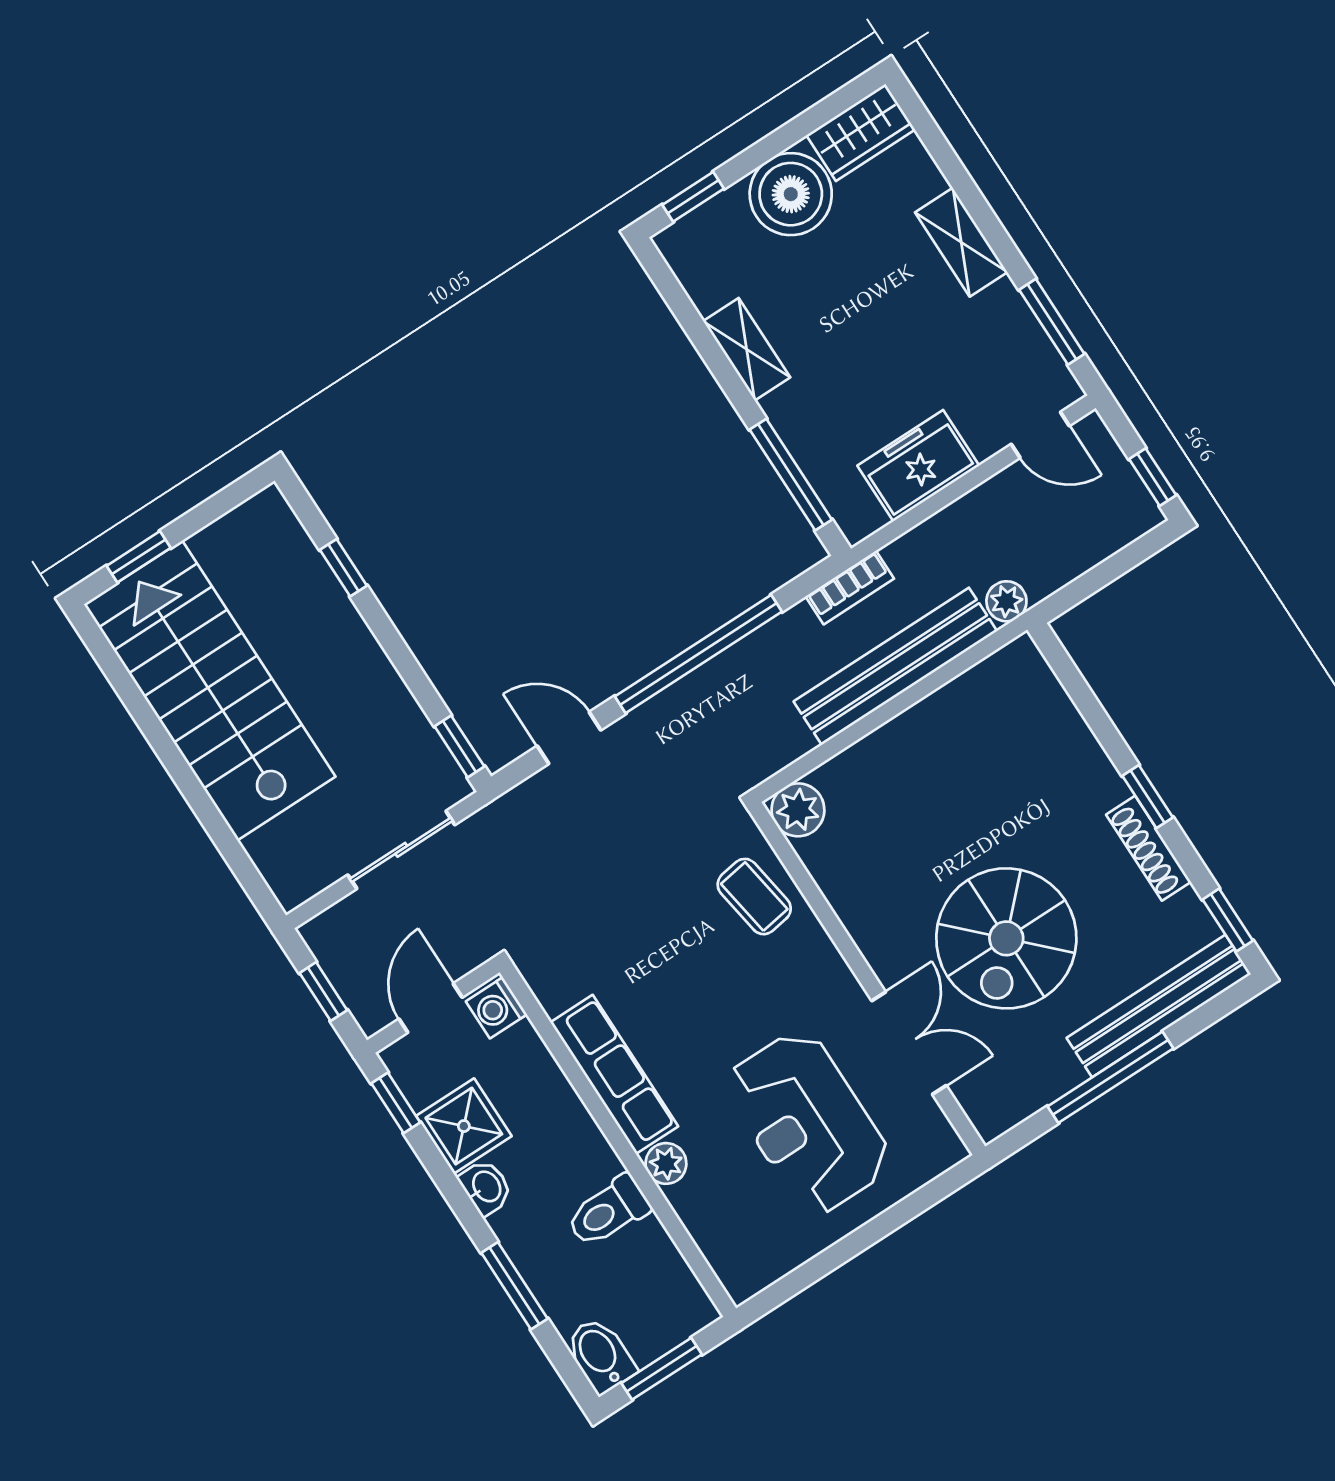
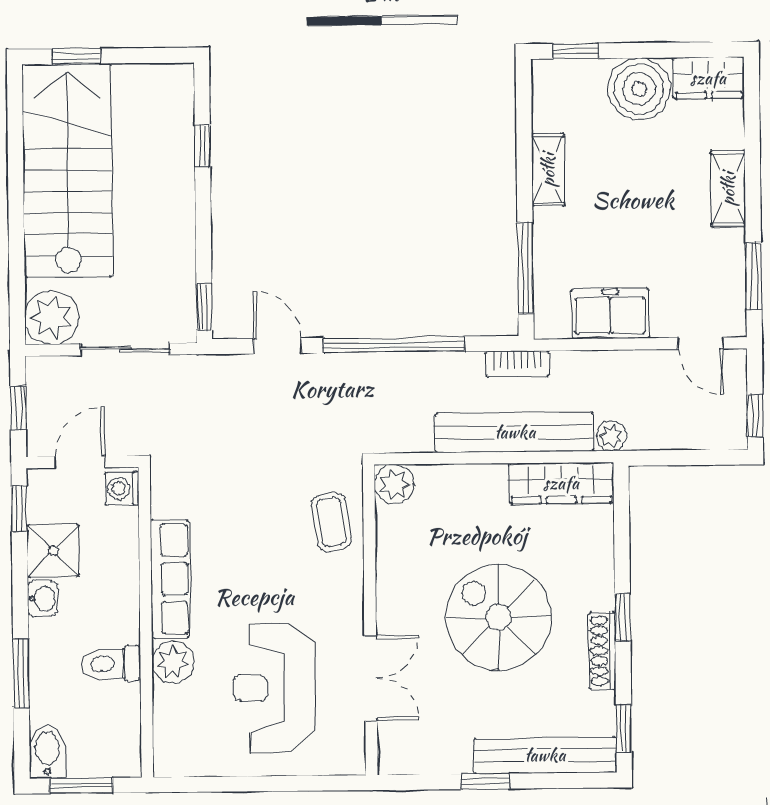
wardrobe: (983, 690) -> (561, 483), added
plant: (297, 866) -> (52, 317), added
spiral stairs: (1006, 938) -> (498, 617), moved, turned 90
window: (1110, 1077) -> (485, 781), width x0.46
plant: (666, 1163) -> (173, 662), width x1.38, depth x1.38

